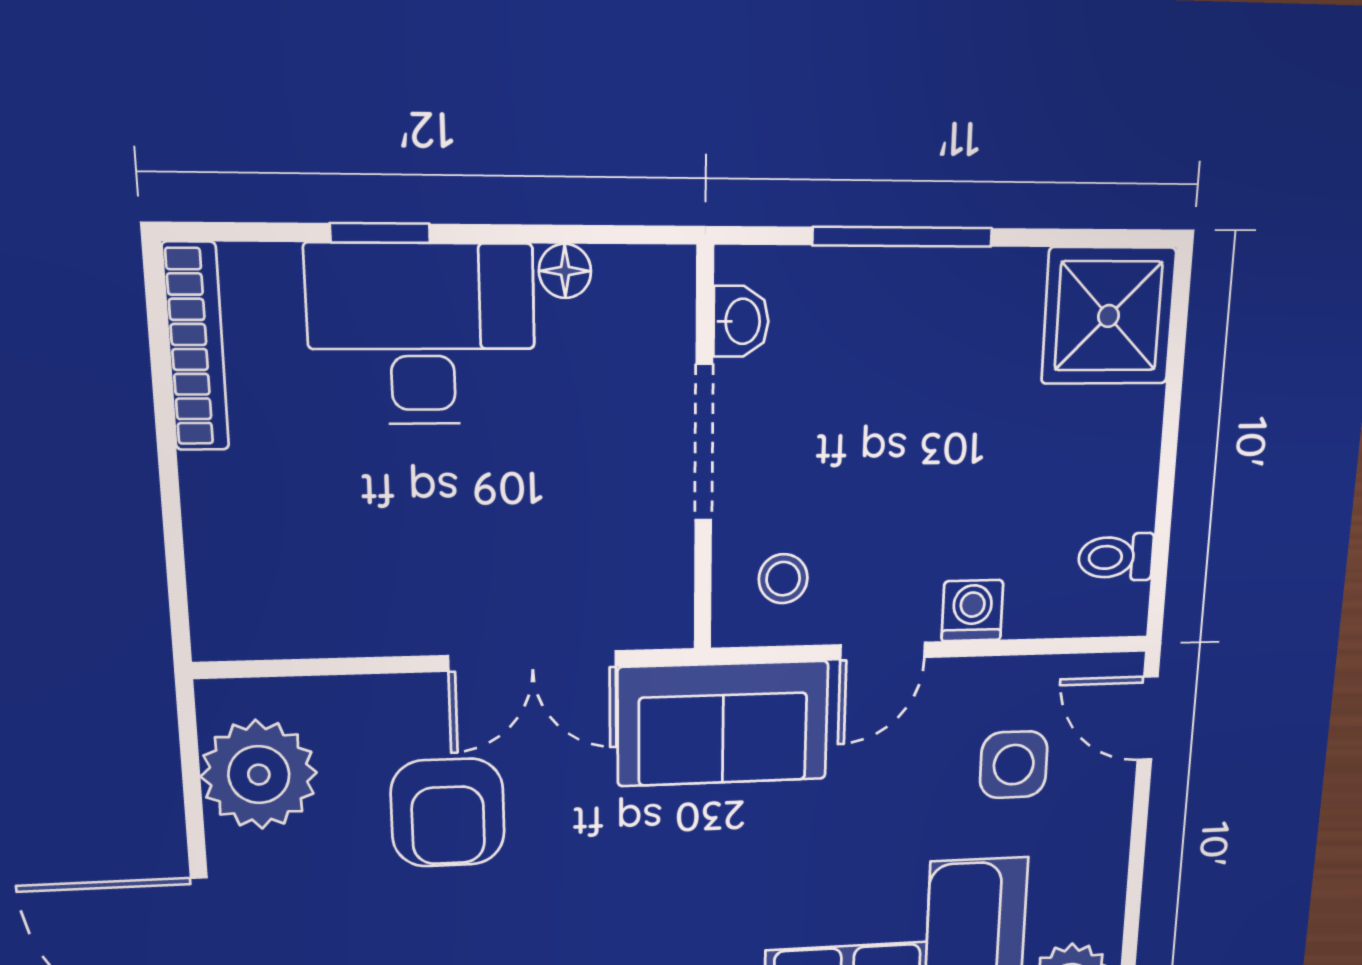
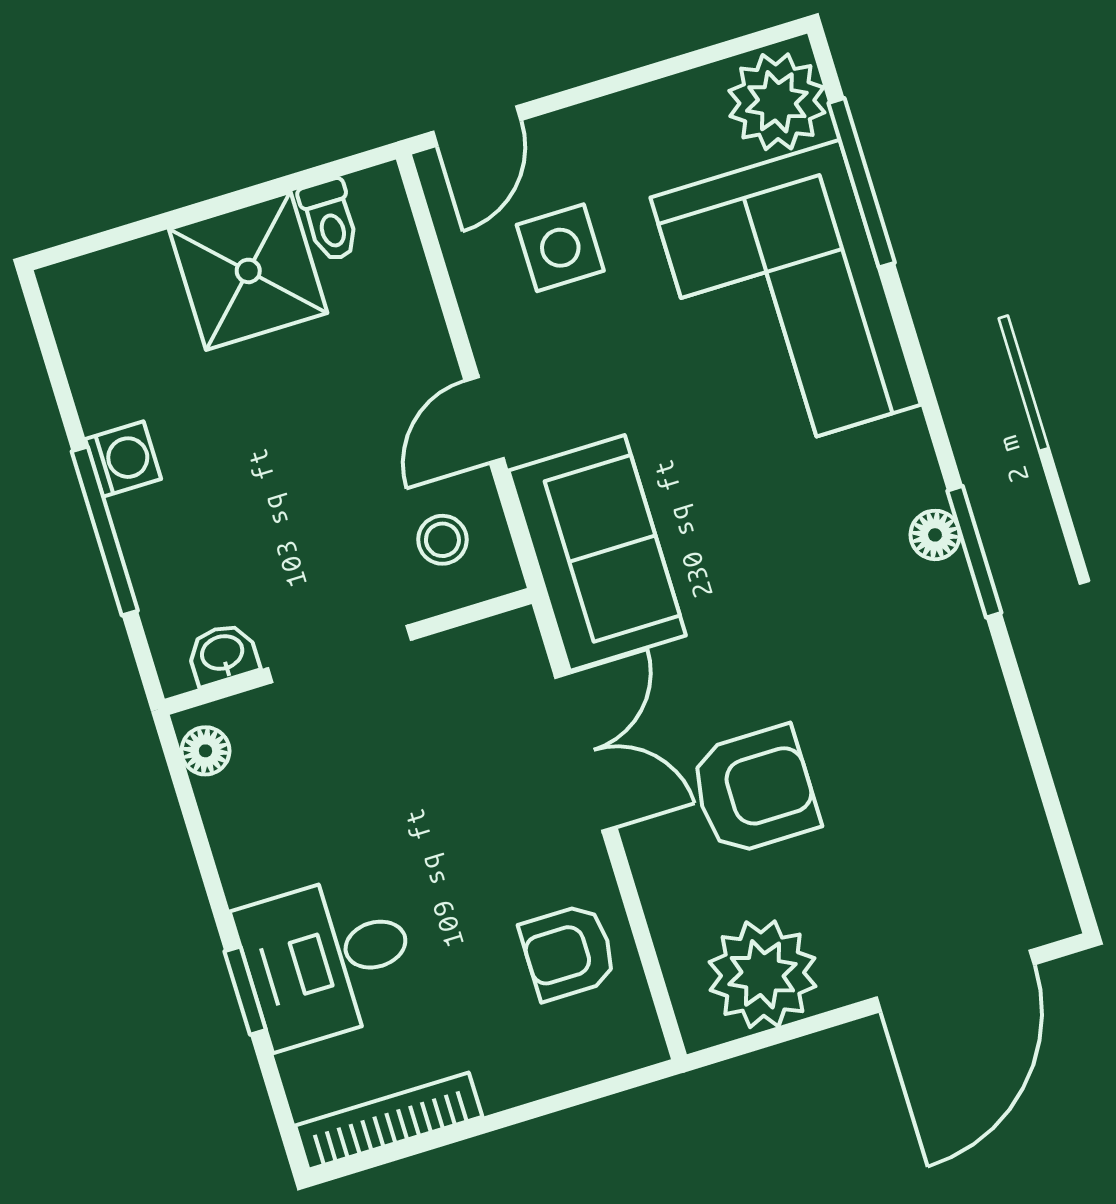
floor lamp: (565, 271) -> (205, 751), moved
shower: (1109, 316) -> (248, 271), moved
desk: (422, 334) -> (328, 959), width x0.73
armchair: (332, 588) -> (568, 952), added
washing machine: (972, 611) -> (123, 459), moved, turned 180
door: (883, 651) -> (484, 420), swing flipped

